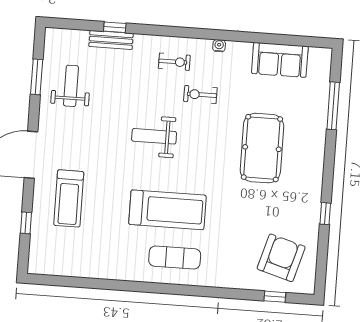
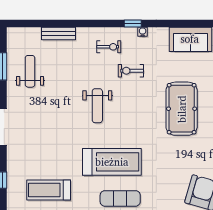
window: (115, 27) -> (133, 23), moved
weight bench: (154, 136) -> (97, 106), turned -90
treadmill: (69, 198) -> (49, 190), moved, turned 90

